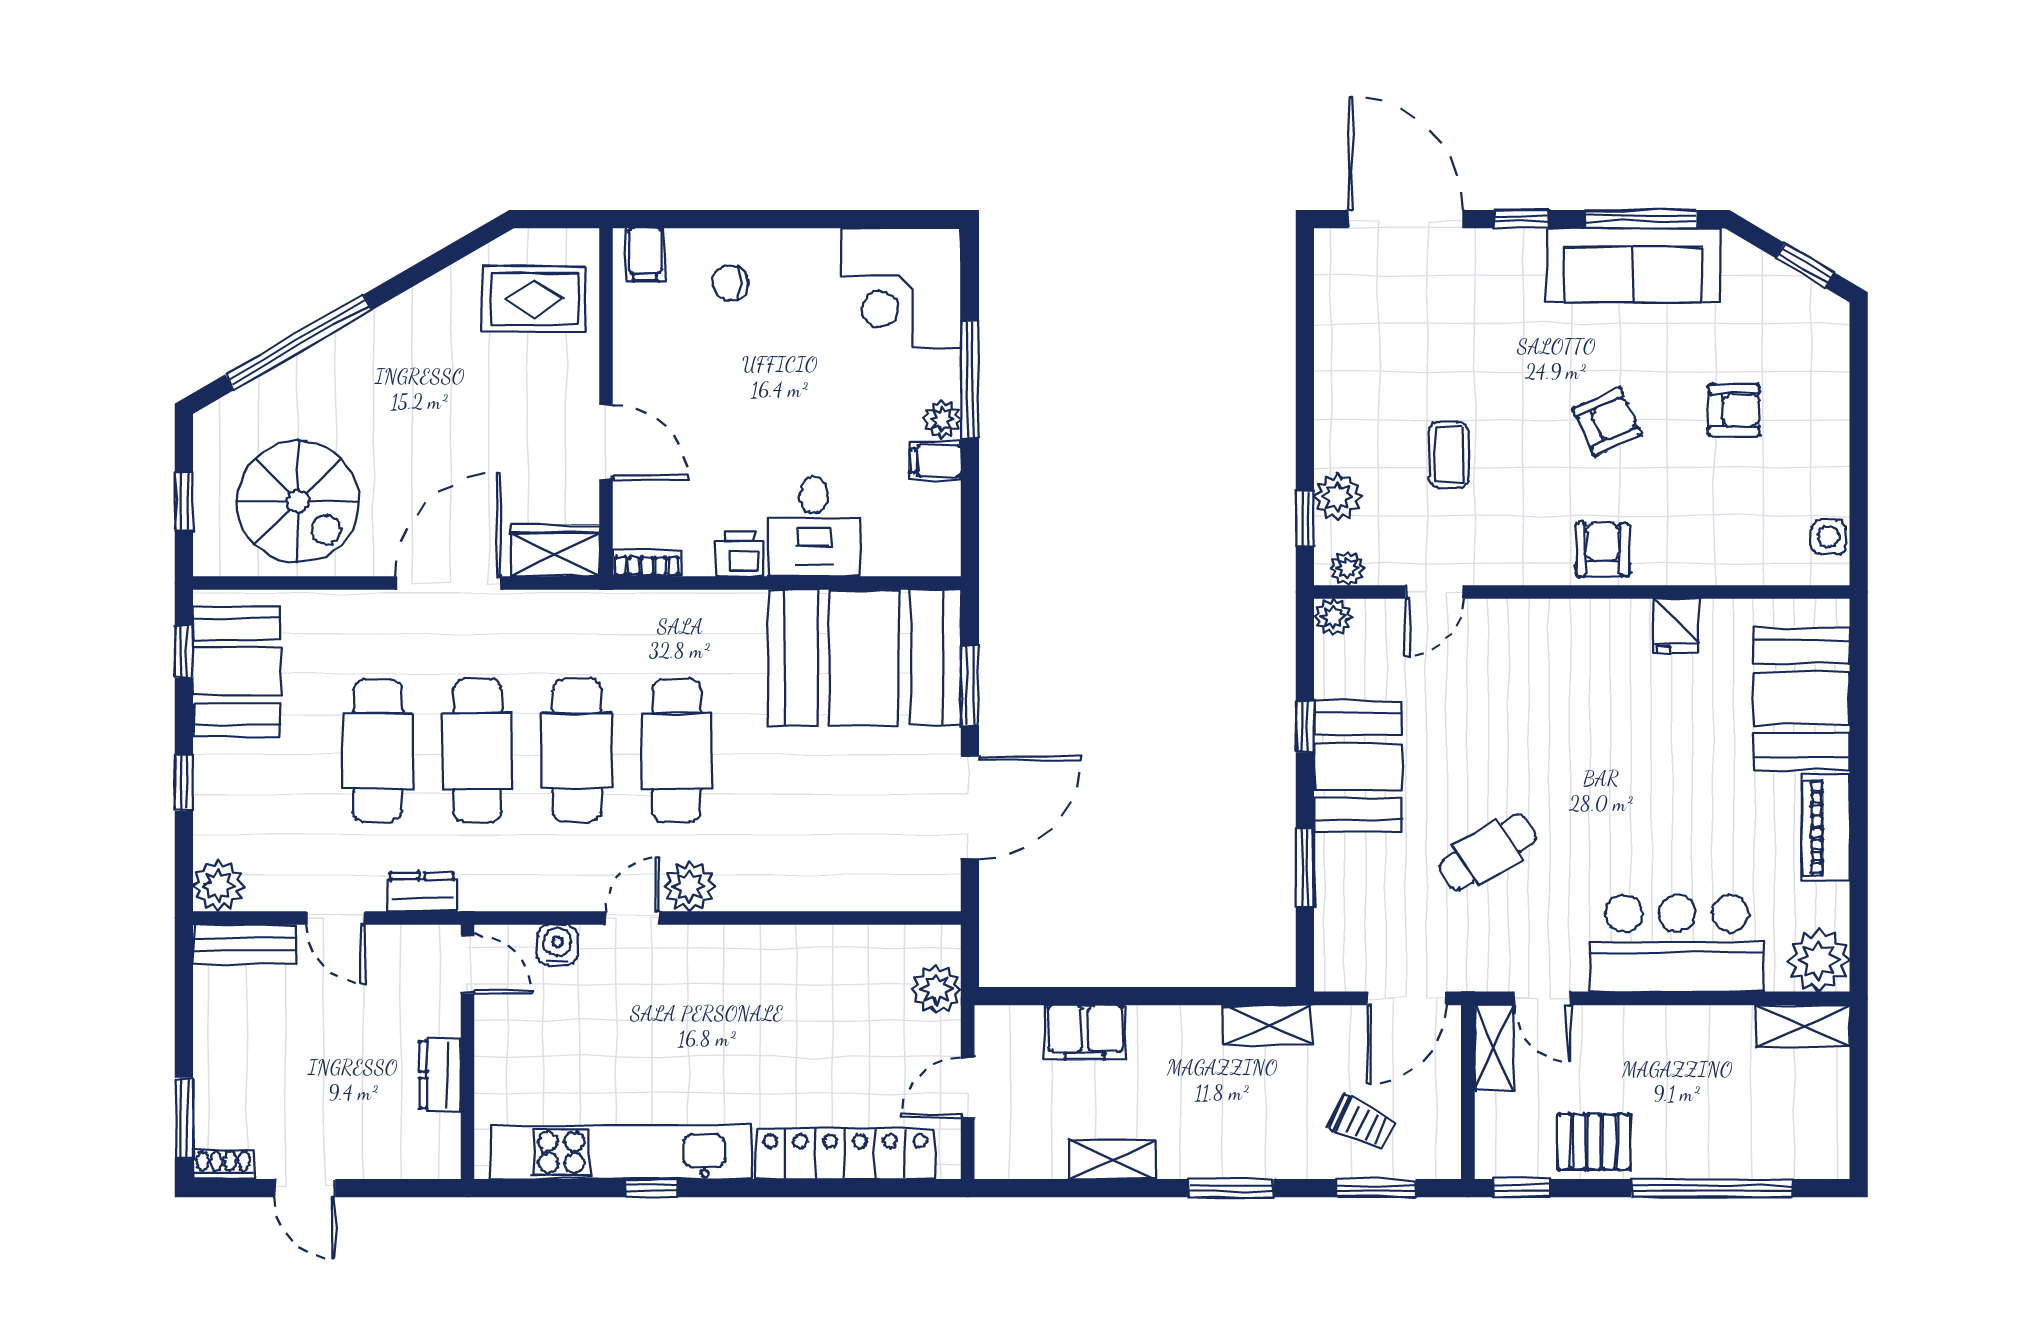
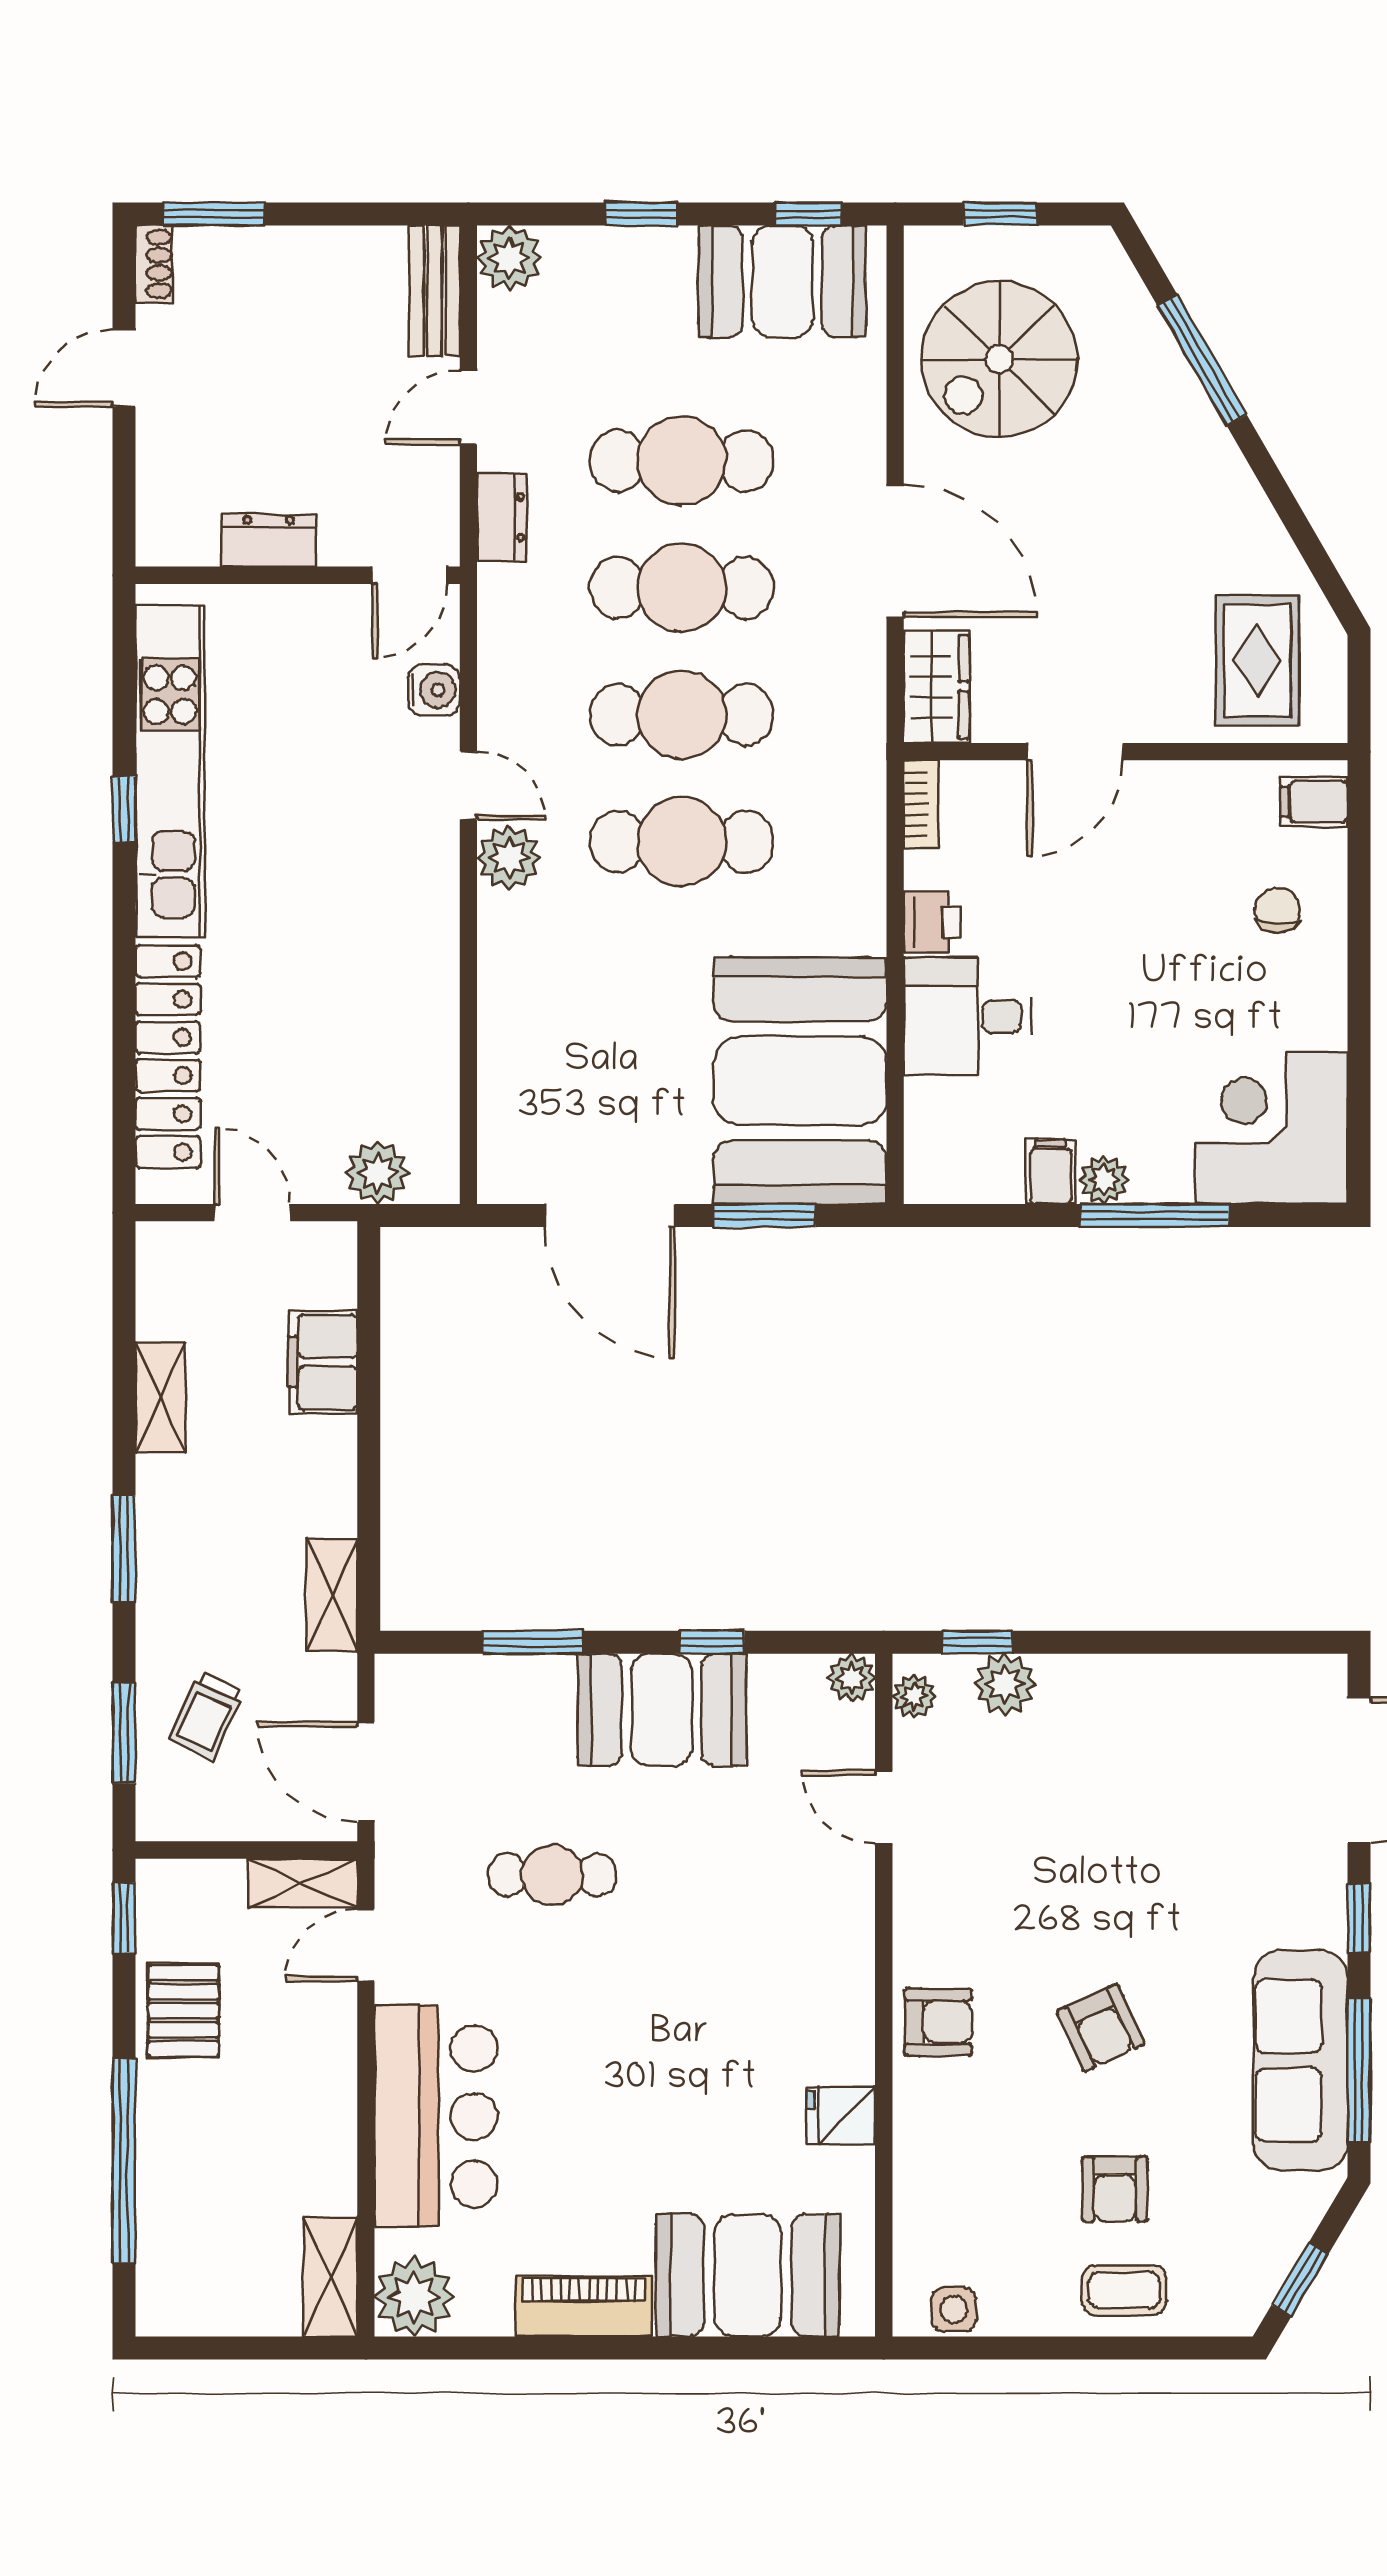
window: (299, 342) -> (1202, 360), width x0.68
coffee table: (1449, 455) -> (1124, 2290), moved
cafe table: (1488, 852) -> (552, 1875), turned -58

